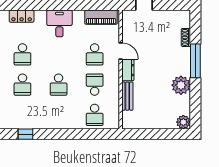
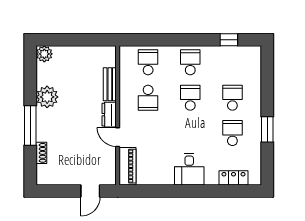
piano: (101, 17) -> (128, 166), moved, turned 90
school desk: (95, 54) -> (190, 62), moved

